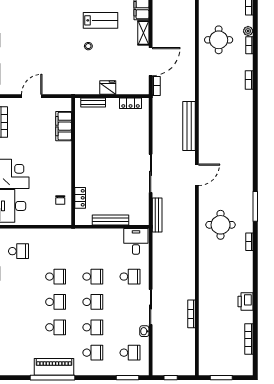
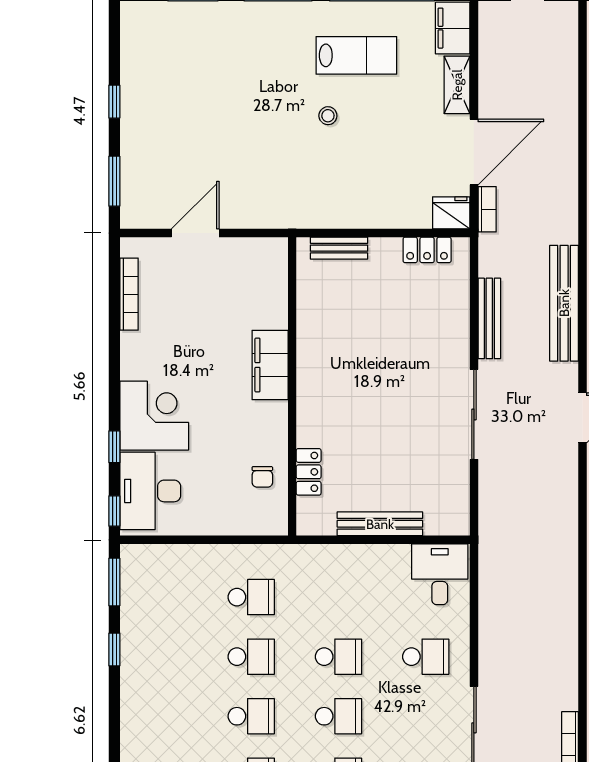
fridge: (108, 87) -> (451, 213), moved
filing cabinet: (64, 126) -> (270, 365), moved
bench: (157, 215) -> (489, 318), moved
school desk: (18, 251) -> (251, 597), moved

